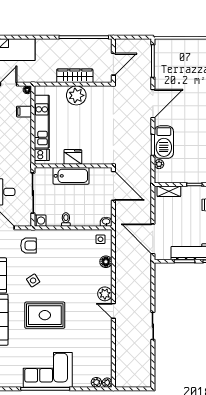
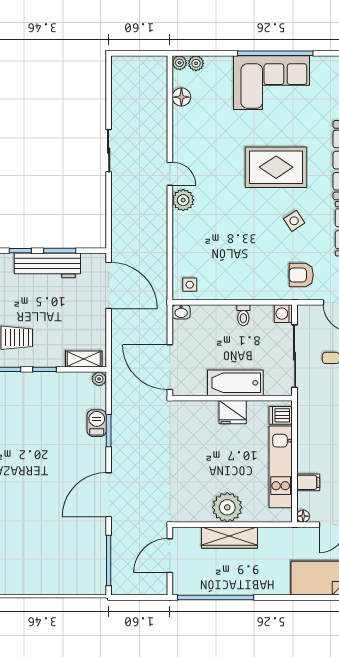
barbecue: (164, 142) -> (97, 423), width x0.53, depth x0.65
plant: (159, 164) -> (99, 379), moved
floor lamp: (106, 262) -> (181, 97), moved

